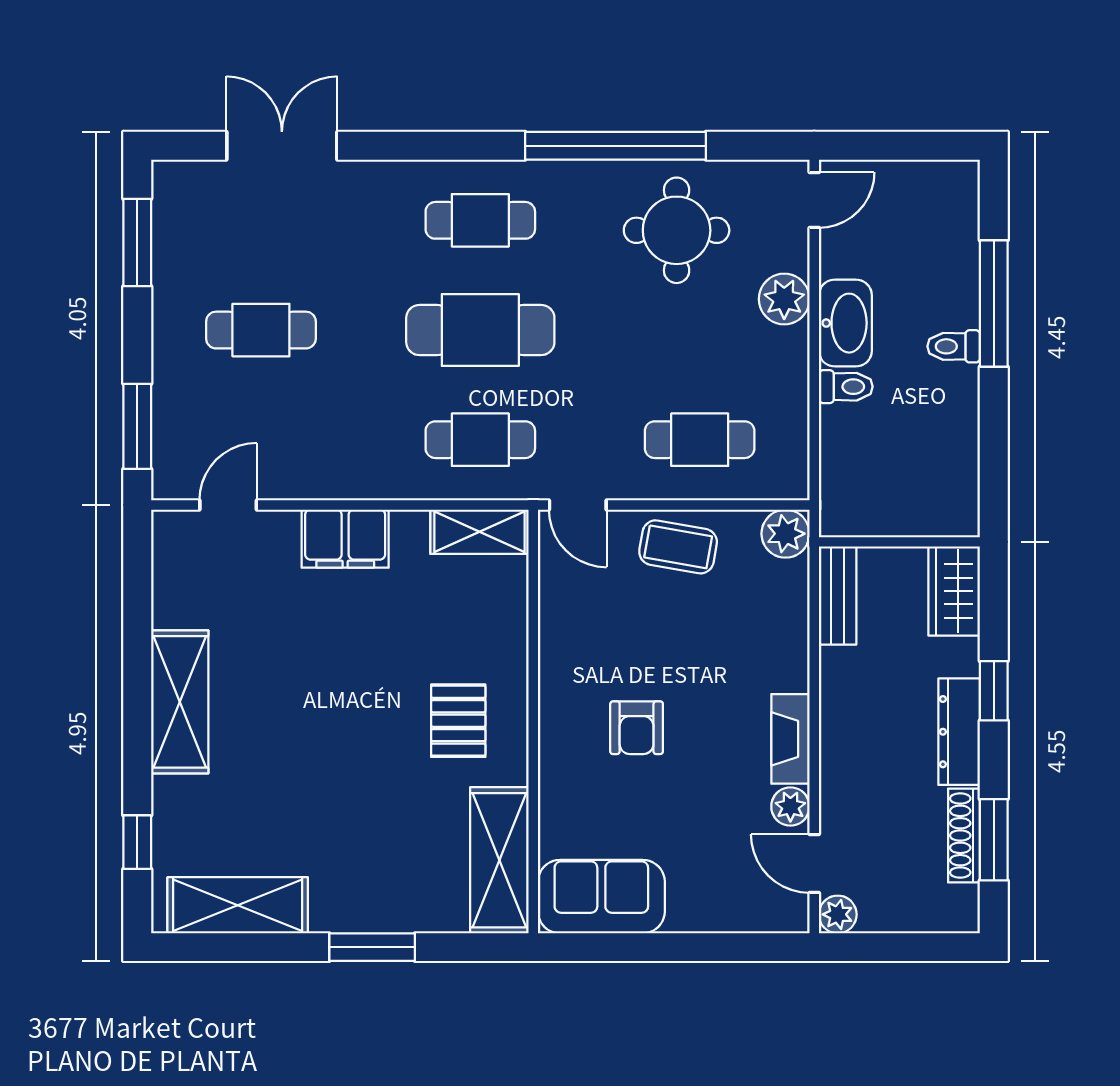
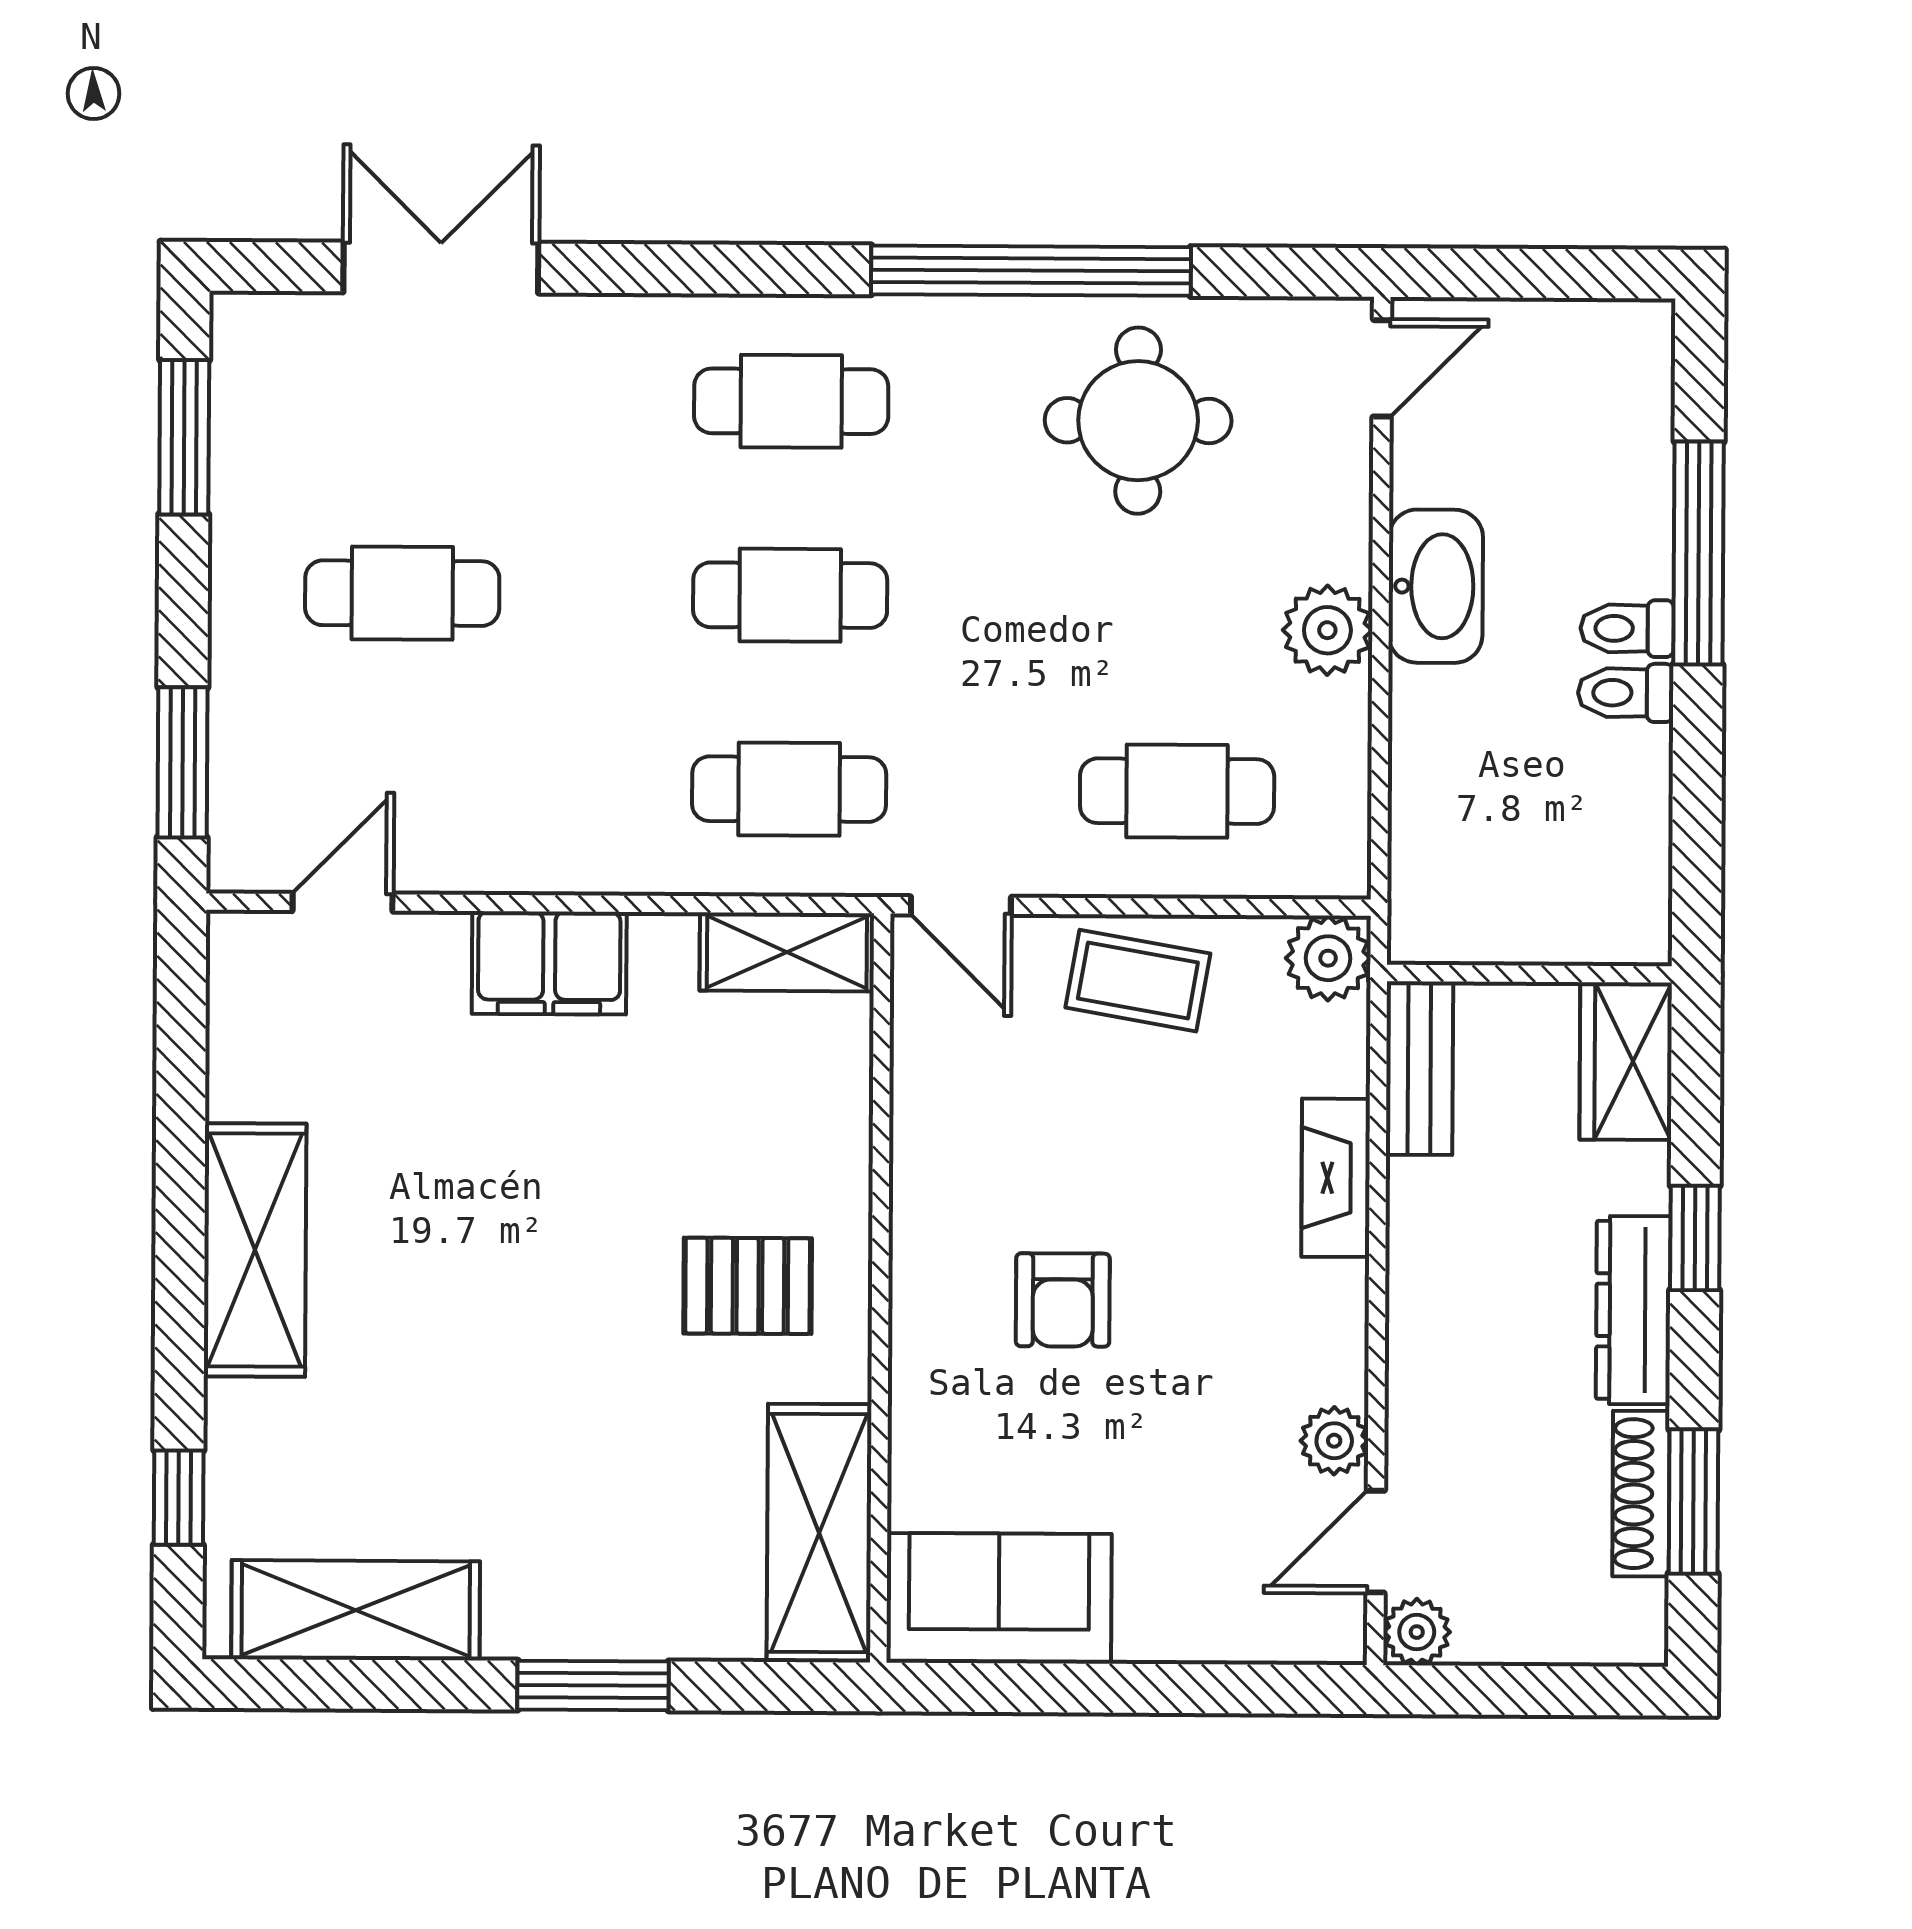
plant: (784, 299) -> (1327, 630), moved
cafe table: (480, 330) -> (790, 595), width x0.73, depth x0.74
toilet: (846, 387) -> (1626, 693), moved, turned 180
pallet: (458, 721) -> (748, 1286), turned 90
fireplace: (790, 739) -> (1336, 1178), moved
door: (814, 863) -> (1376, 1542), hinge flipped

